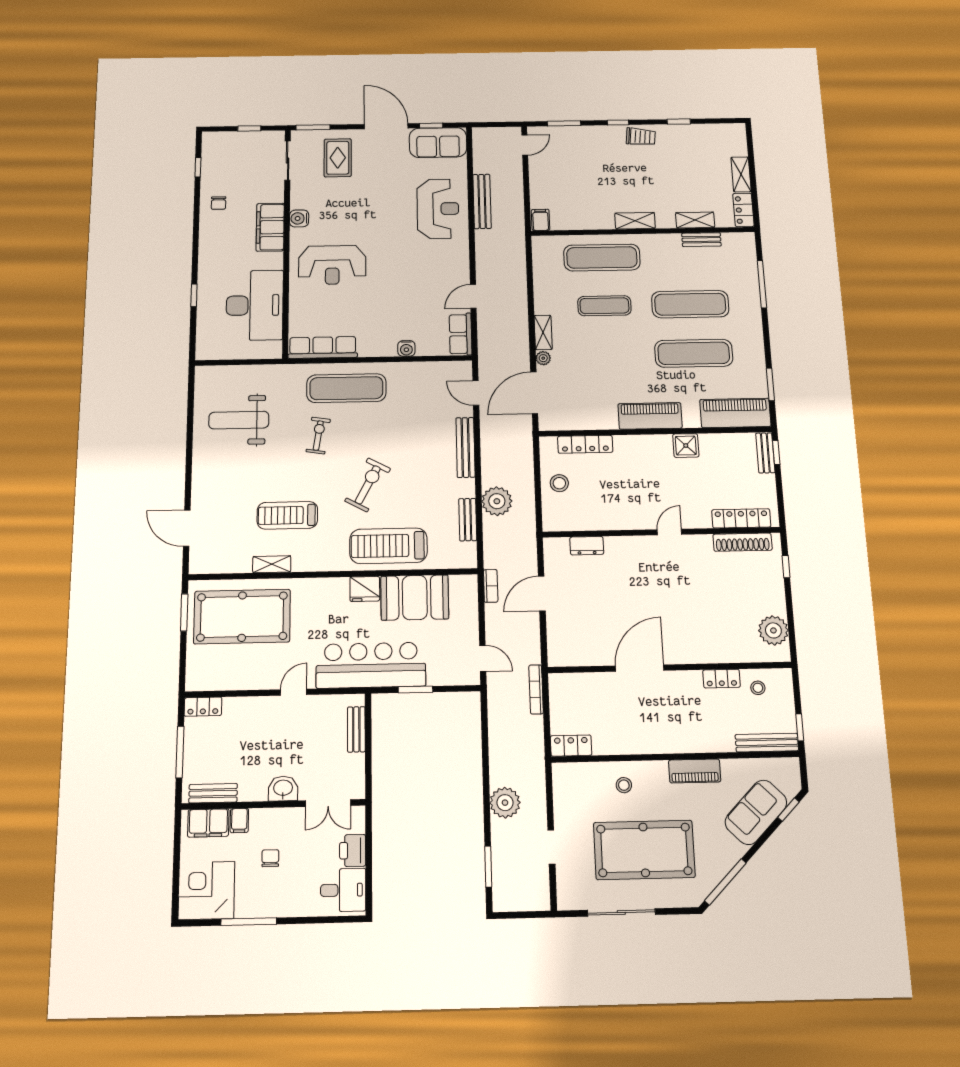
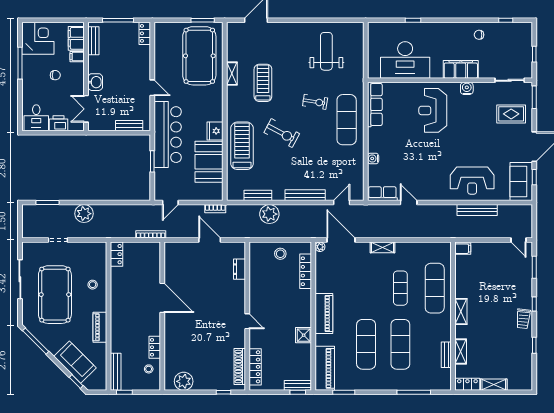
plant: (543, 358) -> (320, 247), moved

